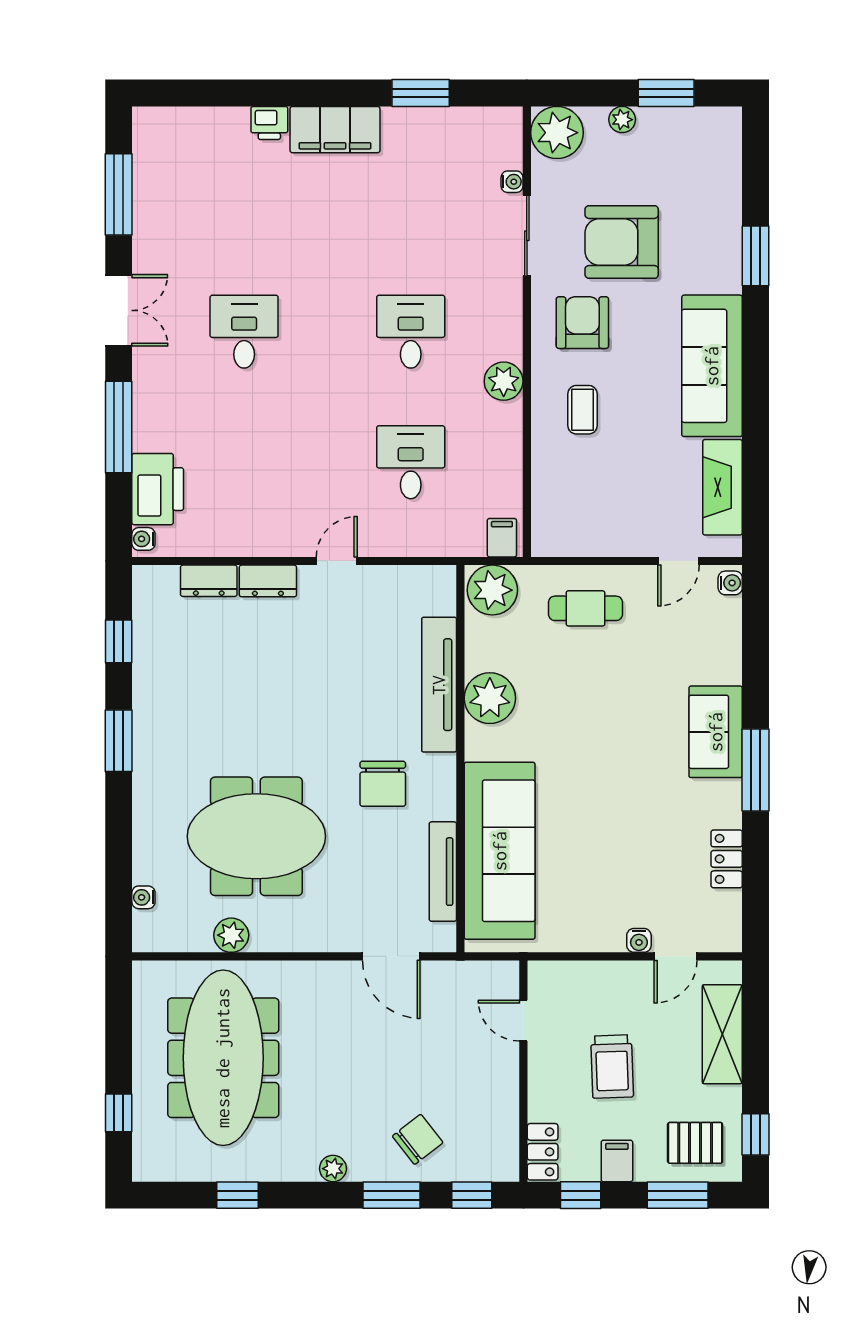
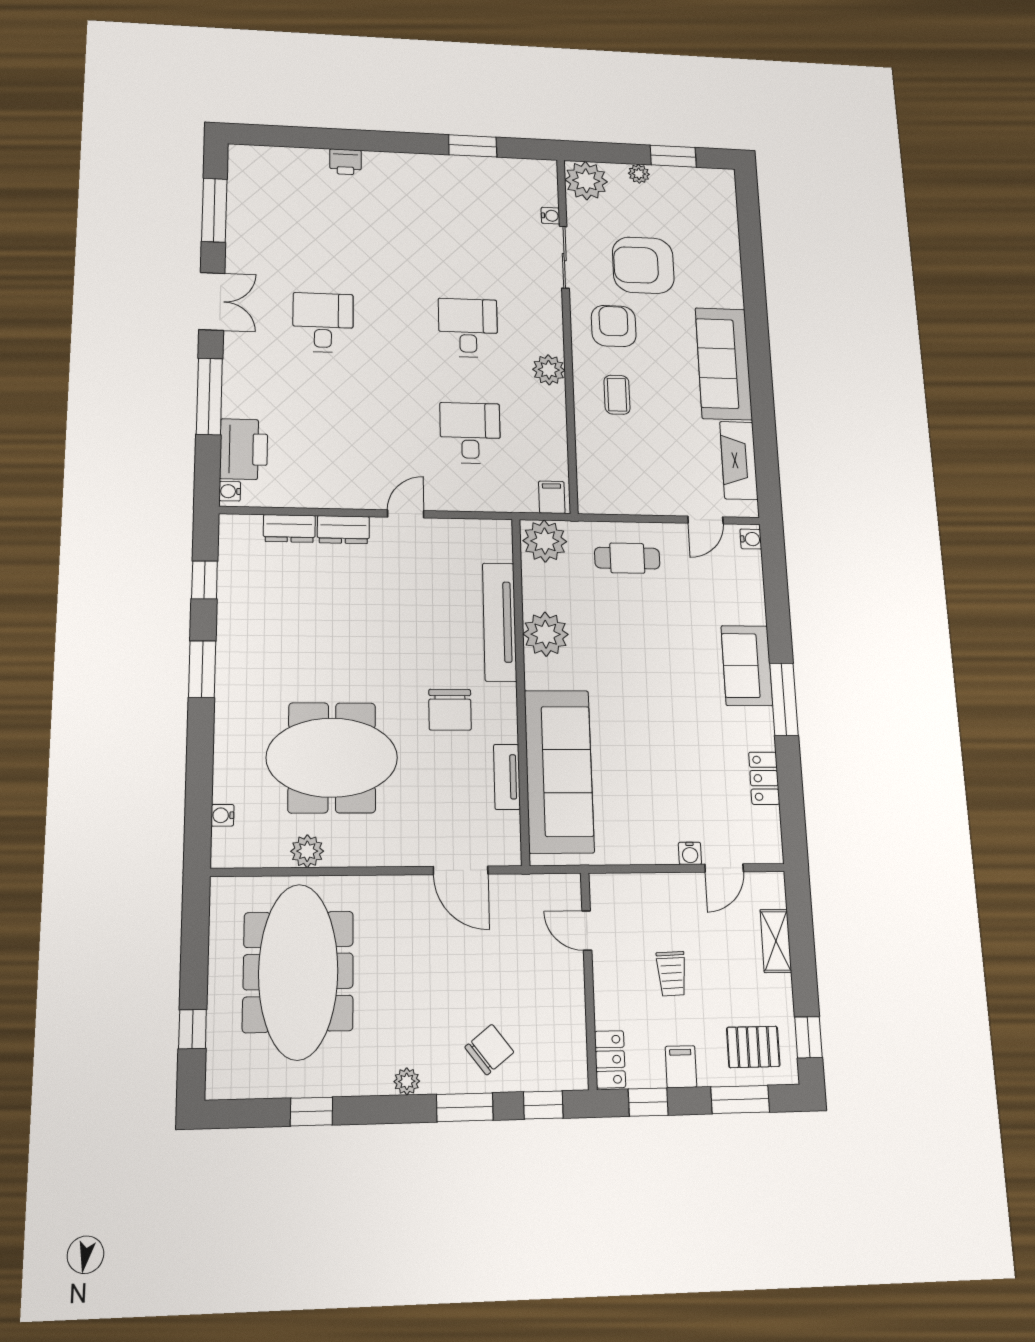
filing cabinet: (335, 130) -> (401, 170), removed
window: (755, 256) -> (753, 280), removed
tv unit: (443, 872) -> (507, 777), width x0.71
shelving: (722, 1034) -> (776, 941), width x0.67, depth x0.75
trolley: (612, 1067) -> (672, 974), width x0.73, depth x0.72

